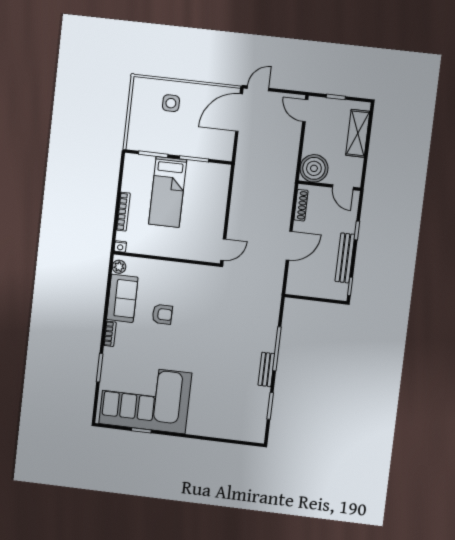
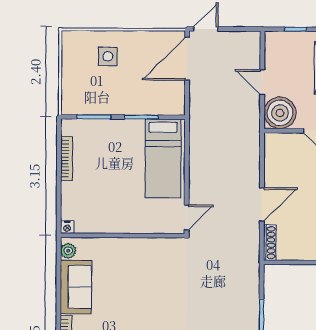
door: (305, 111) -> (262, 82), moved
bed: (168, 192) -> (163, 158), moved
shoe rack: (301, 205) -> (270, 243), moved
bookcase: (123, 212) -> (67, 159), moved
armchair: (162, 314) -> (124, 300), removed

